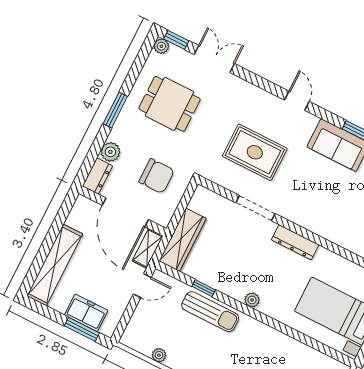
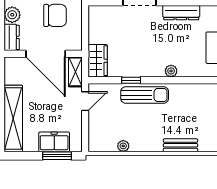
wardrobe: (183, 240) -> (98, 61), width x0.67

